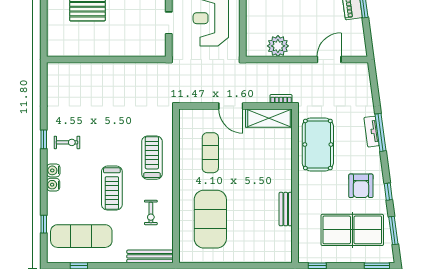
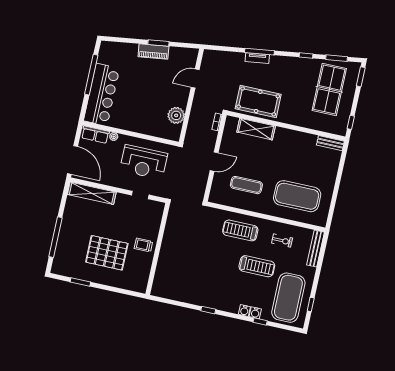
trolley: (107, 41) -> (143, 245), added
door: (329, 60) -> (195, 79), hinge flipped
shelving: (269, 118) -> (256, 129), moved, turned 90
exercise bike: (67, 142) -> (214, 293), removed
water cooler: (53, 170) -> (255, 313), moved
armchair: (361, 186) -> (297, 75), removed
bench: (286, 209) -> (330, 143), moved
window: (44, 224) -> (260, 321), moved
exercise mat: (81, 236) -> (288, 298), width x1.47

